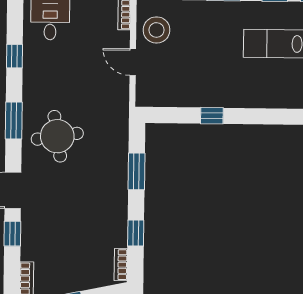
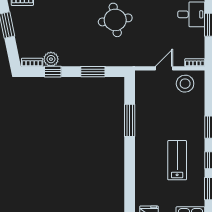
window: (212, 116) -> (130, 120), width x2.17
plant: (116, 236) -> (51, 59), added

